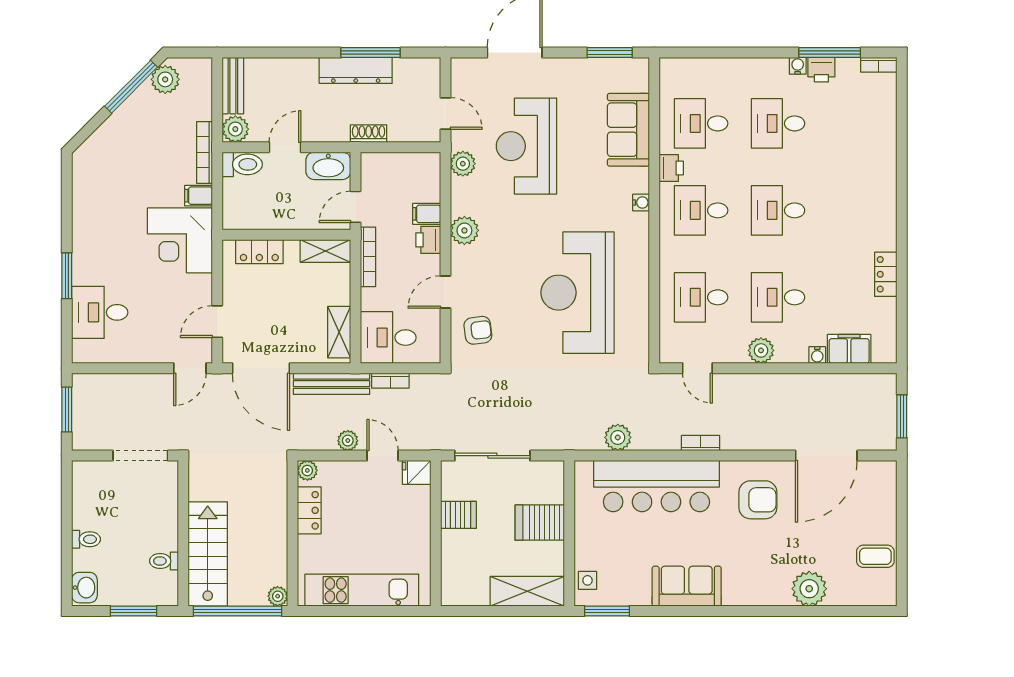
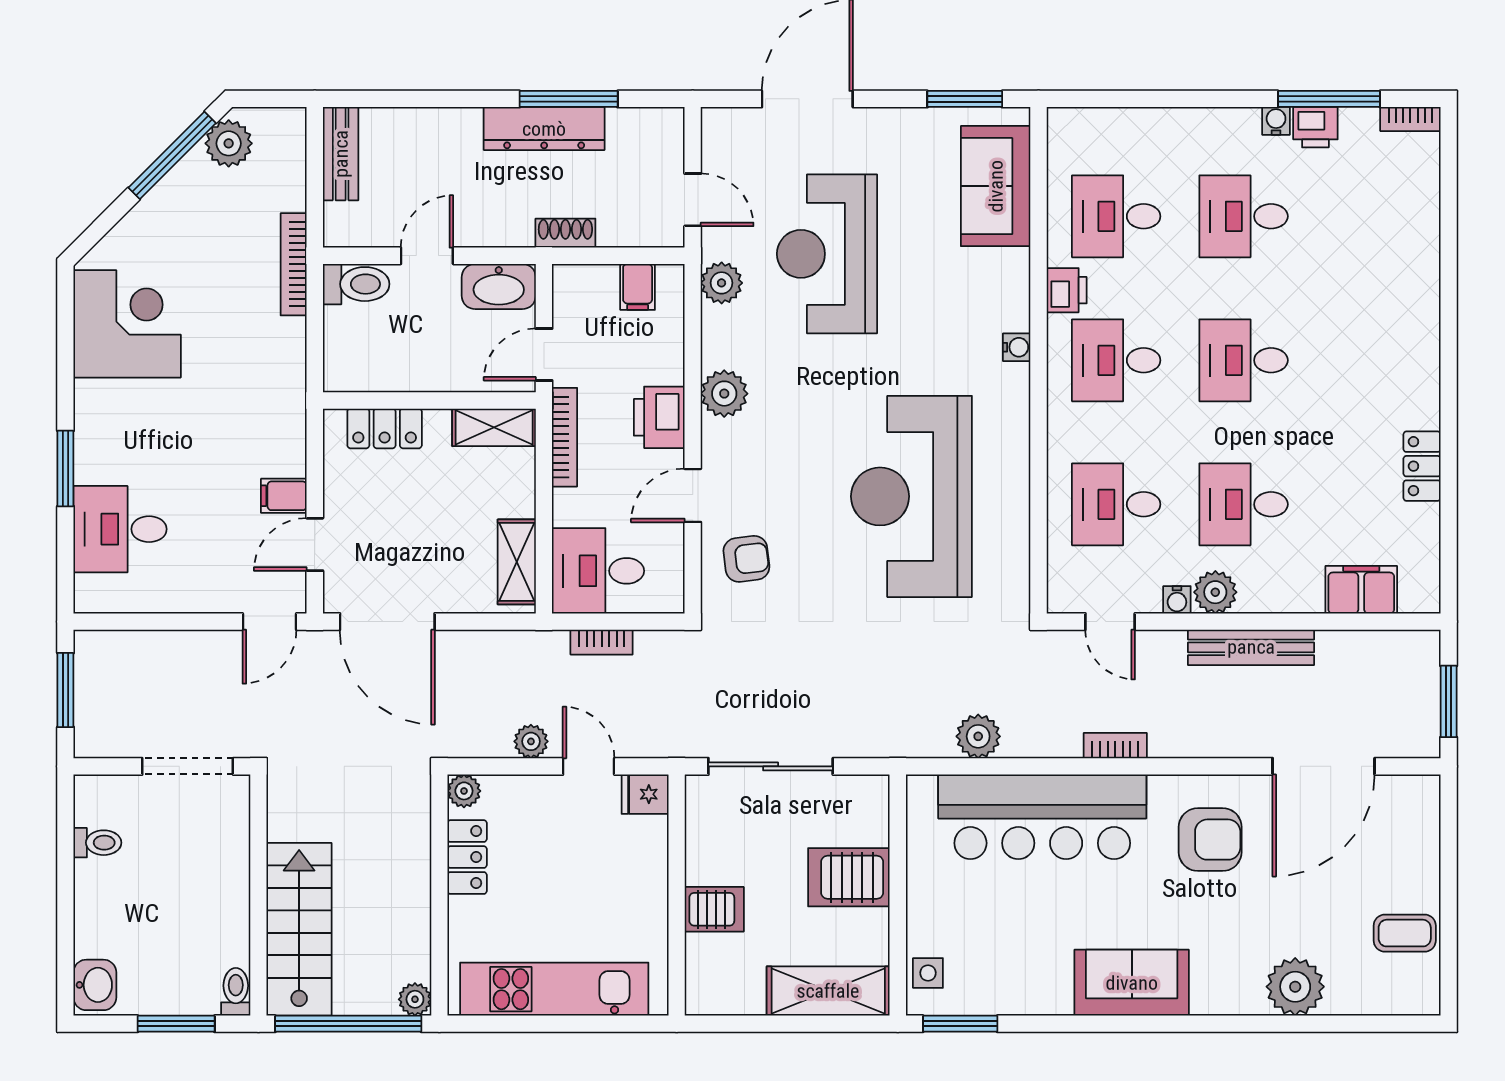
plant: (235, 129) -> (345, 226), removed
sofa: (628, 130) -> (996, 186), moved
filing cabinet: (199, 196) -> (284, 496), moved
filing cabinet: (427, 214) -> (638, 287), moved, turned -90
corner desk: (180, 240) -> (127, 324), moved, turned 180
printer: (428, 240) -> (659, 417), width x1.36, depth x1.24
water cooler: (817, 355) -> (1177, 600), moved
bench: (332, 384) -> (1251, 647), moved
server rack: (458, 515) -> (714, 909), moved
toilet: (86, 539) -> (97, 843), moved
toilet: (164, 561) -> (236, 992), moved, turned 90
sofa: (687, 586) -> (1132, 983), moved

